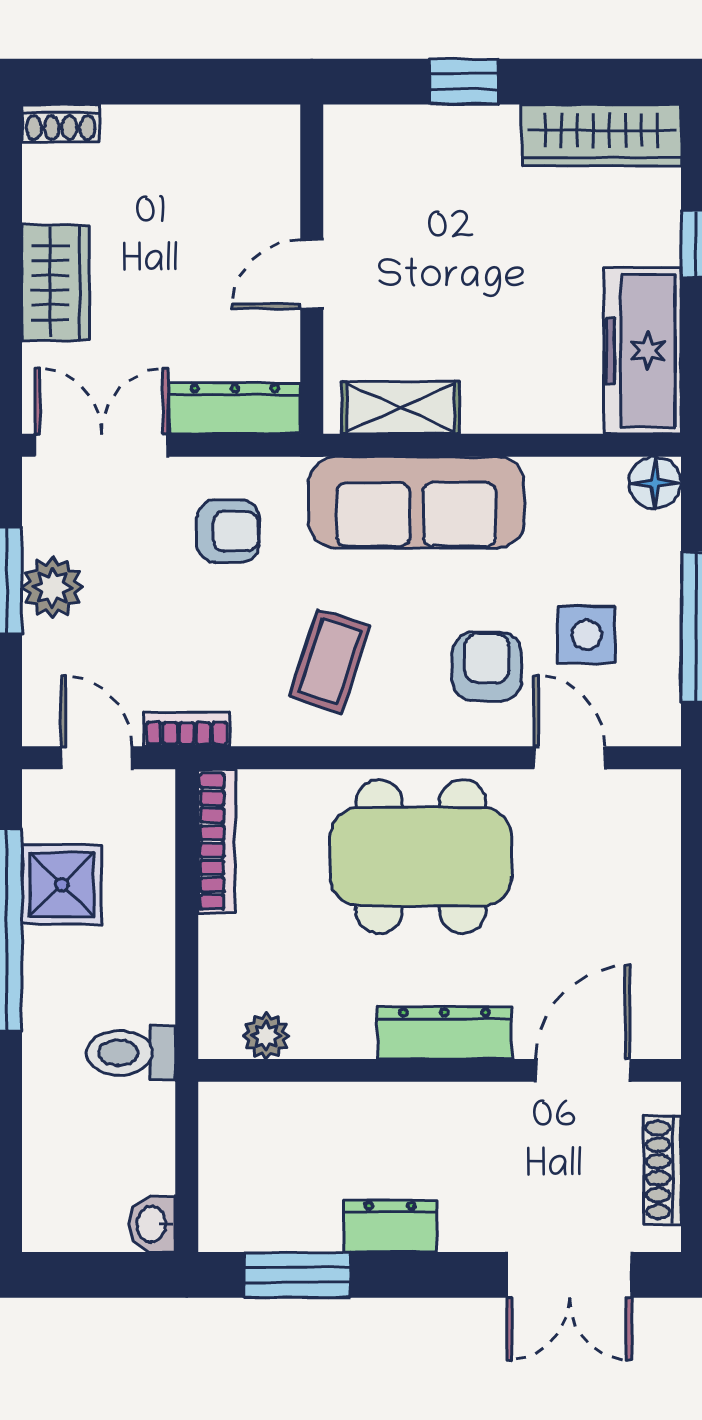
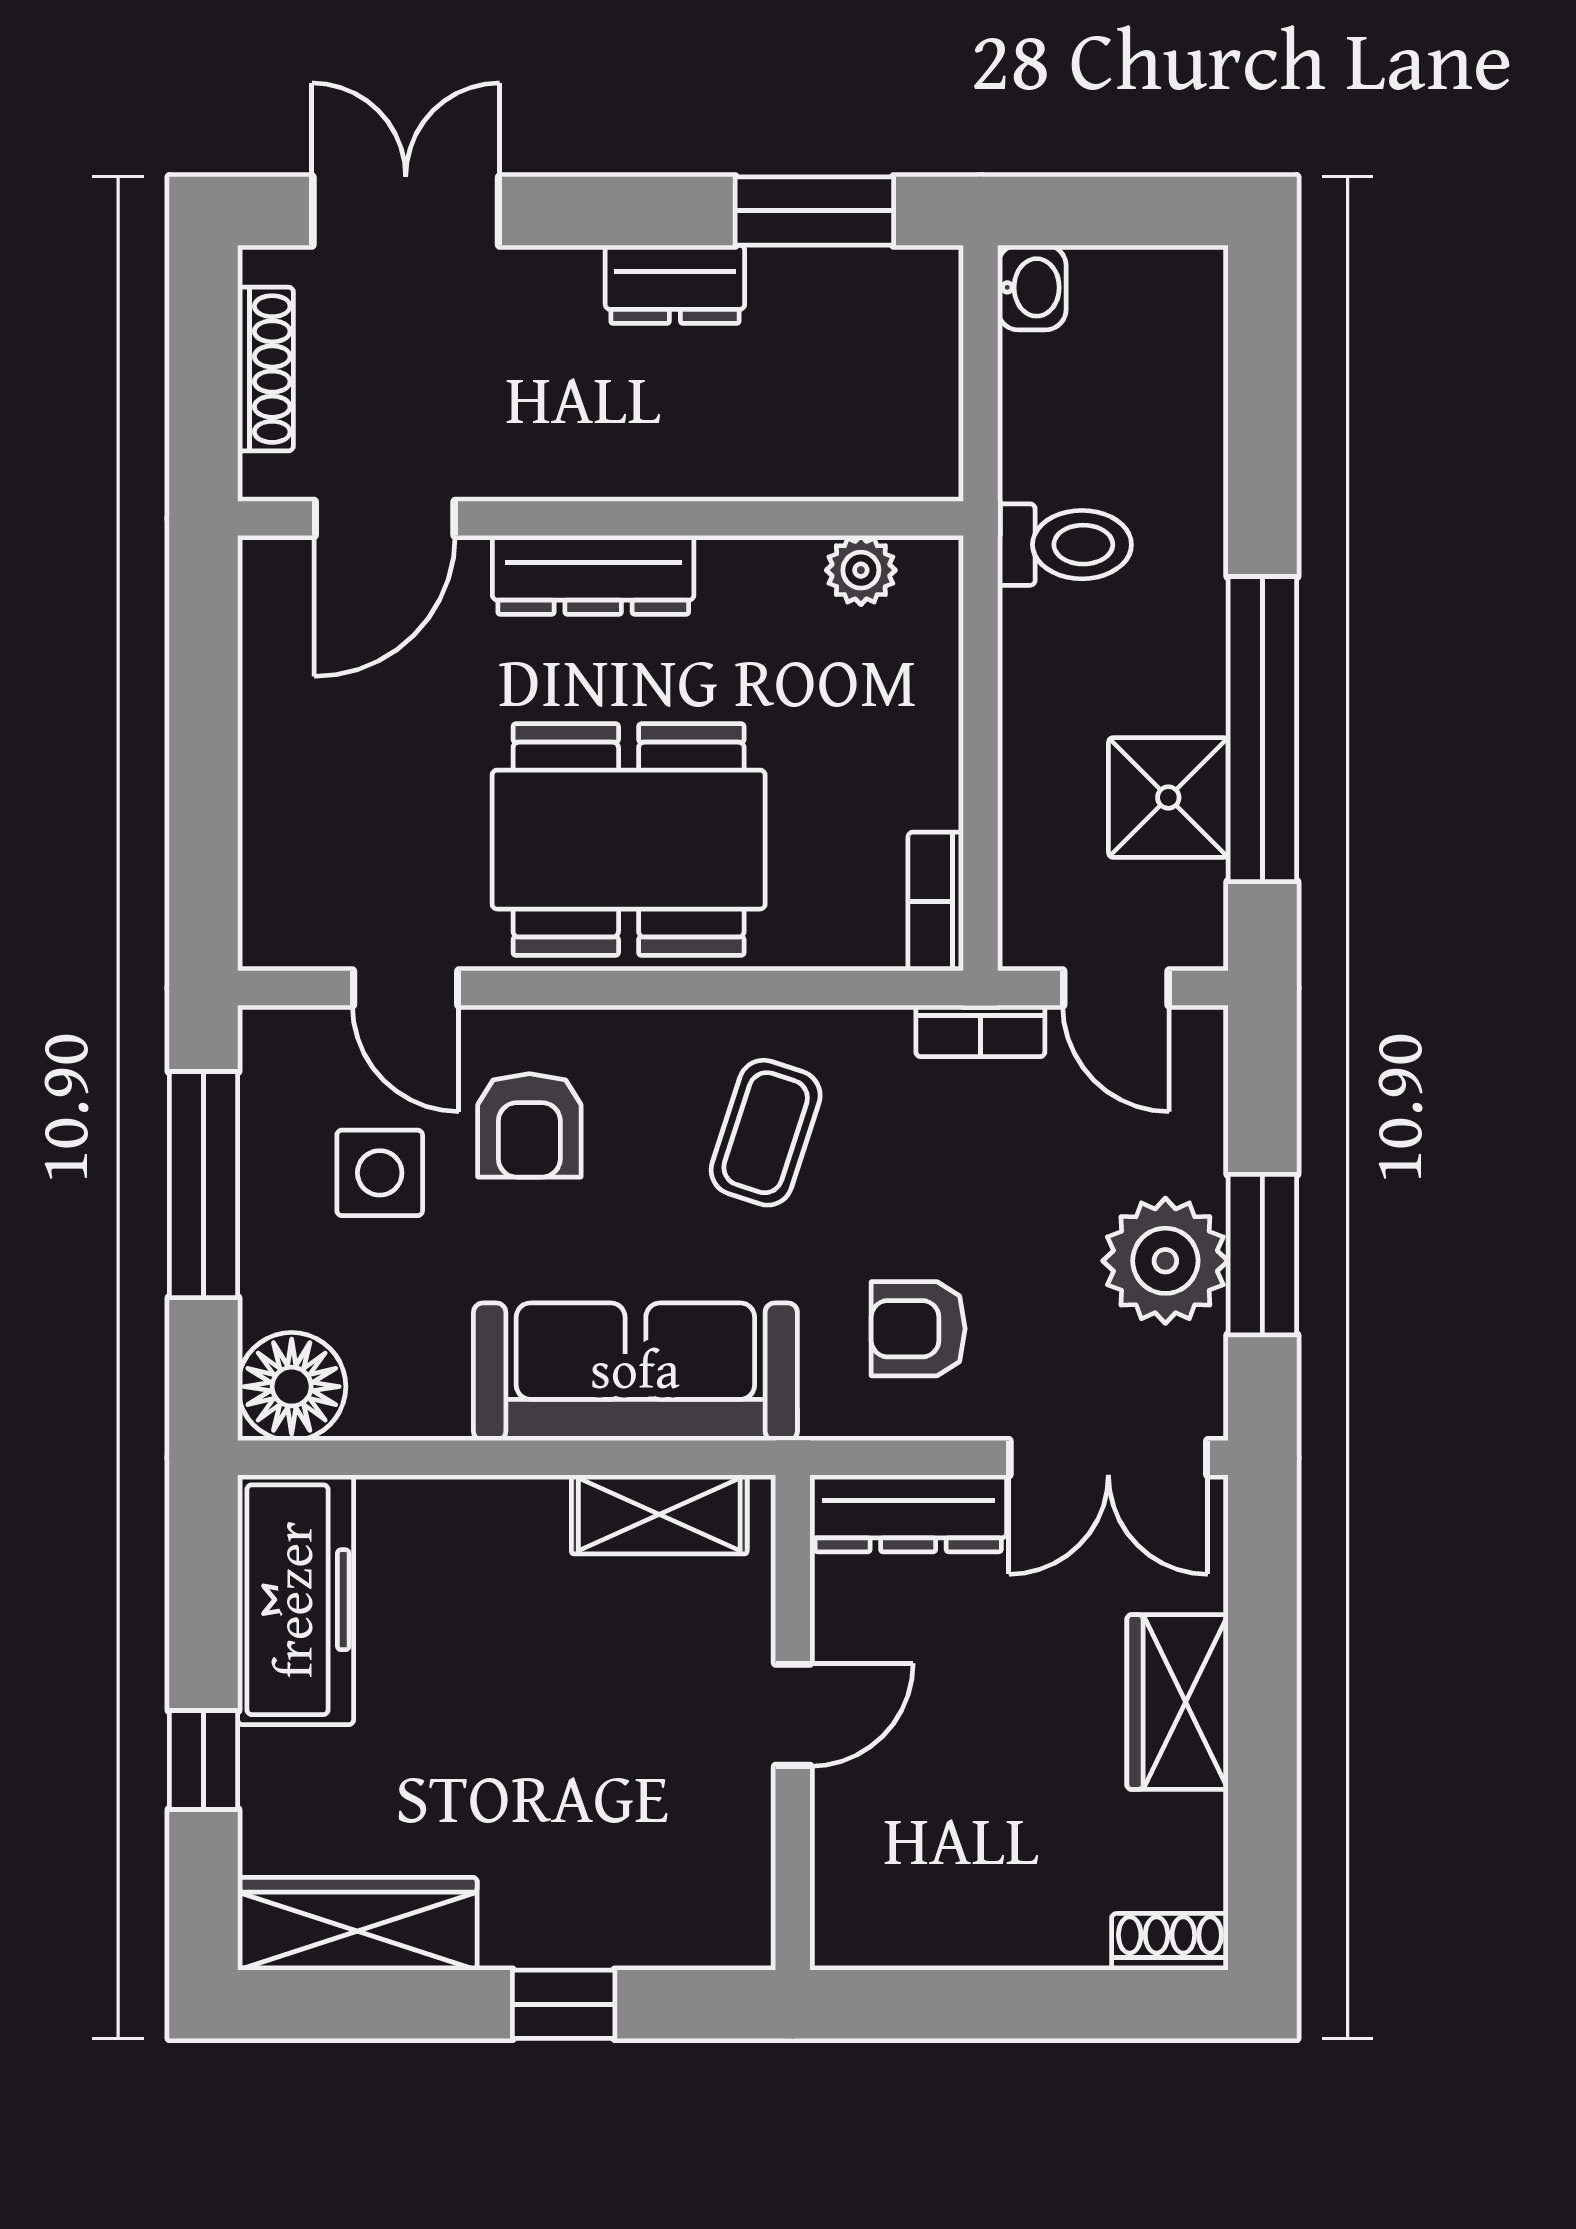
floor lamp: (655, 483) -> (292, 1387), width x1.38, depth x1.38
plant: (53, 587) -> (1165, 1261), width x1.36, depth x1.36
bookcase: (217, 841) -> (936, 902), width x0.64

